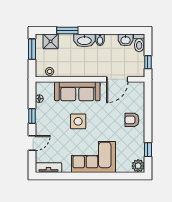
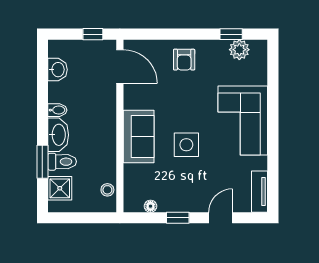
toilet: (139, 43) -> (62, 162), moved
window: (32, 49) -> (72, 218), removed
door: (117, 79) -> (120, 67), moved
sofa: (77, 91) -> (139, 137), width x0.73
door: (32, 143) -> (221, 218), hinge flipped
plant: (138, 166) -> (239, 50), moved

